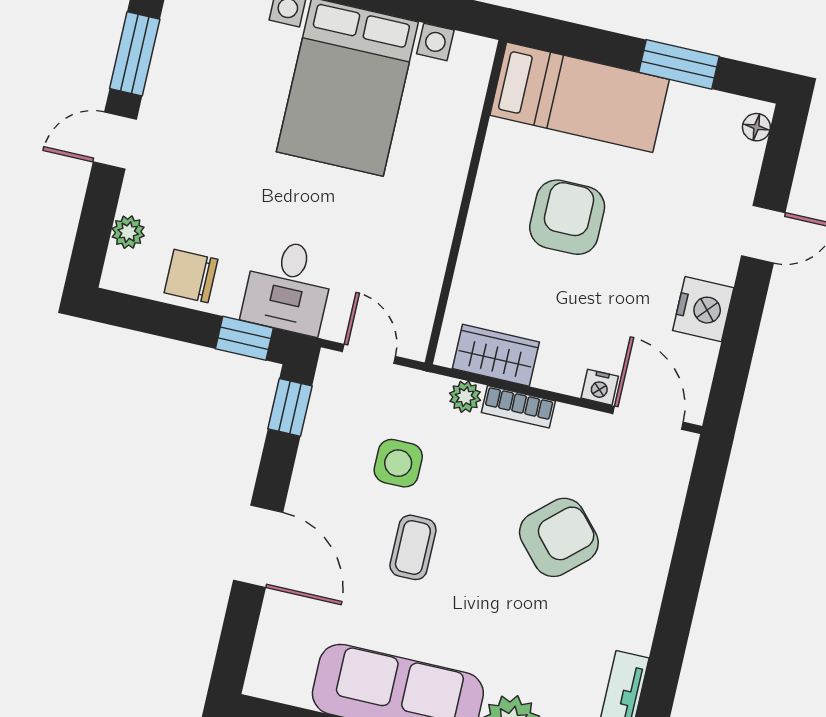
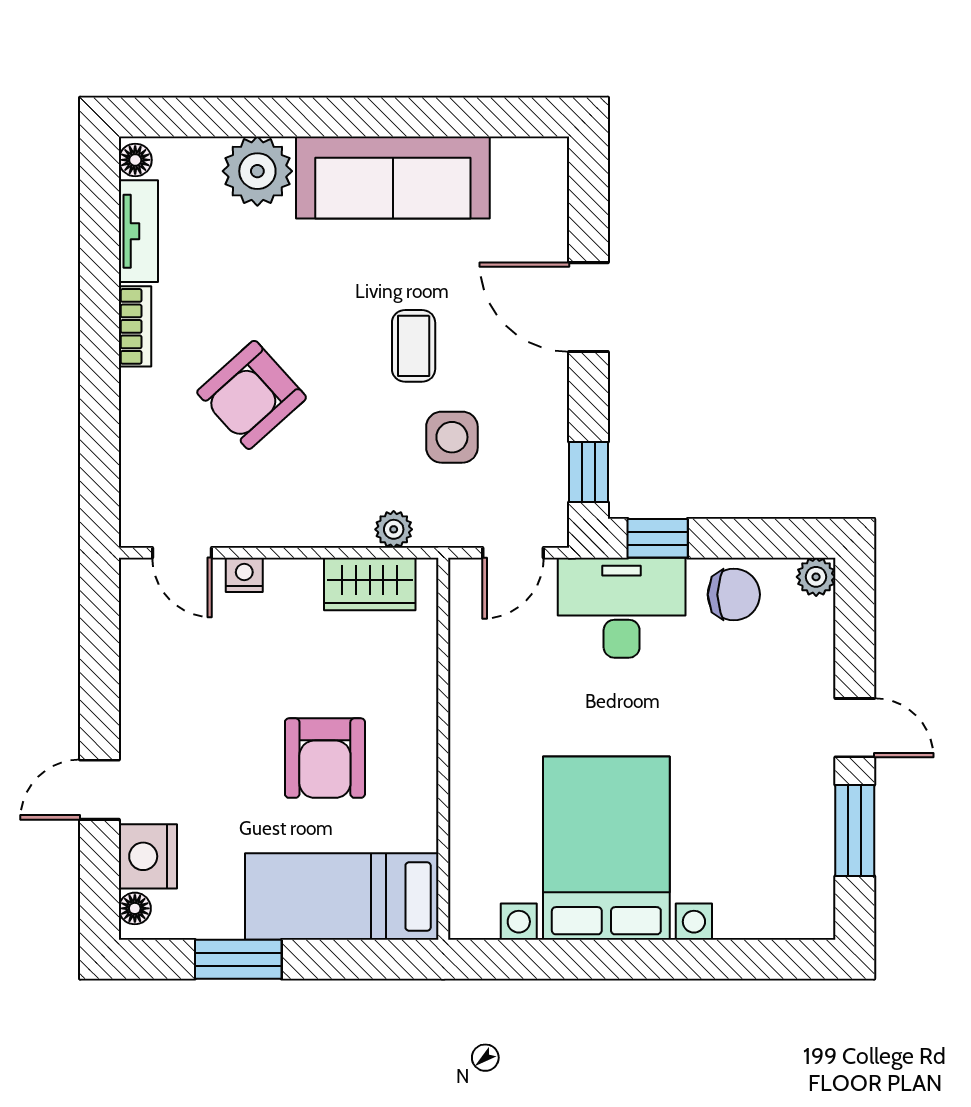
door: (115, 141) -> (855, 728), hinge flipped
plant: (128, 232) -> (816, 577), moved
desk: (288, 287) -> (622, 608), width x1.37
nightstand: (703, 309) -> (148, 856), moved
door: (369, 354) -> (513, 553), hinge flipped
bookcase: (518, 407) -> (135, 326), moved, turned 90
door: (648, 418) -> (182, 553), width x0.73

